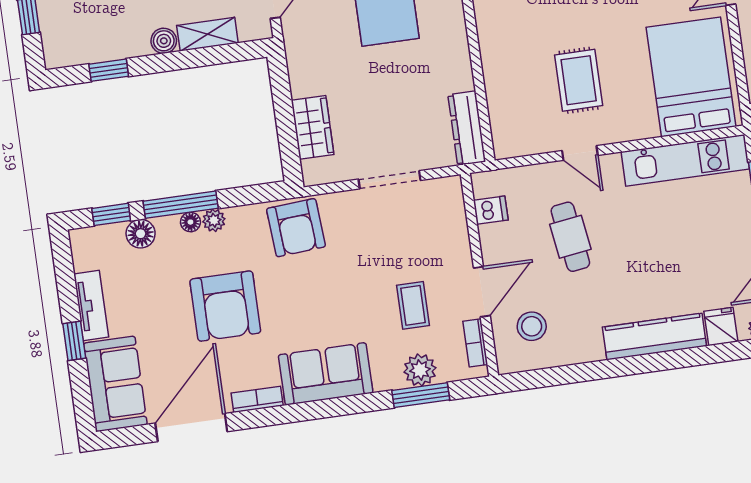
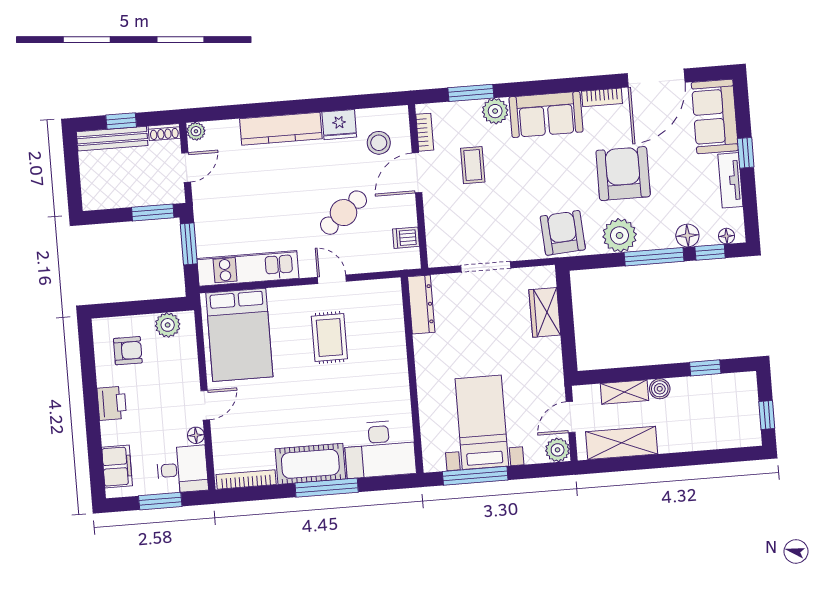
plant: (214, 220) -> (620, 235), width x1.88, depth x1.88
floor lamp: (190, 222) -> (726, 236), moved
cafe table: (570, 237) -> (344, 213), turned 60
fridge: (721, 326) -> (339, 125), moved, width x1.38
plant: (420, 370) -> (495, 111), moved

